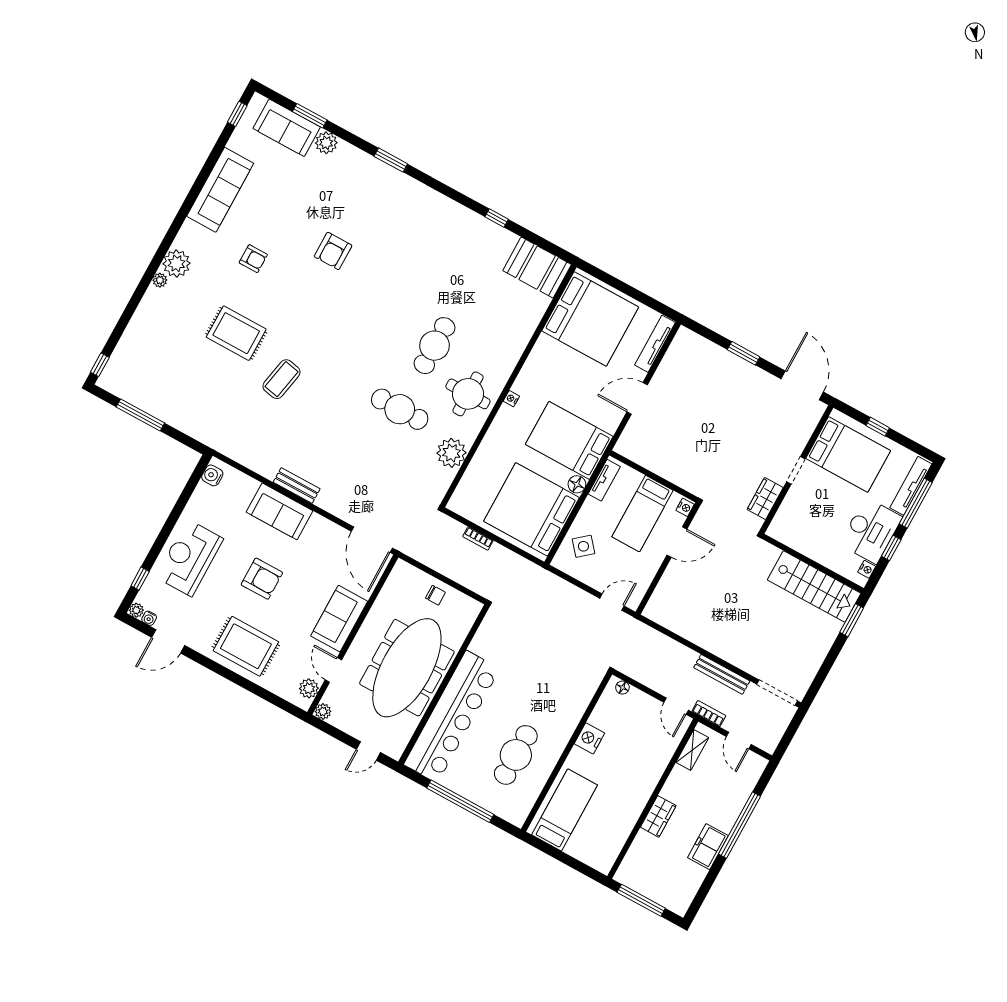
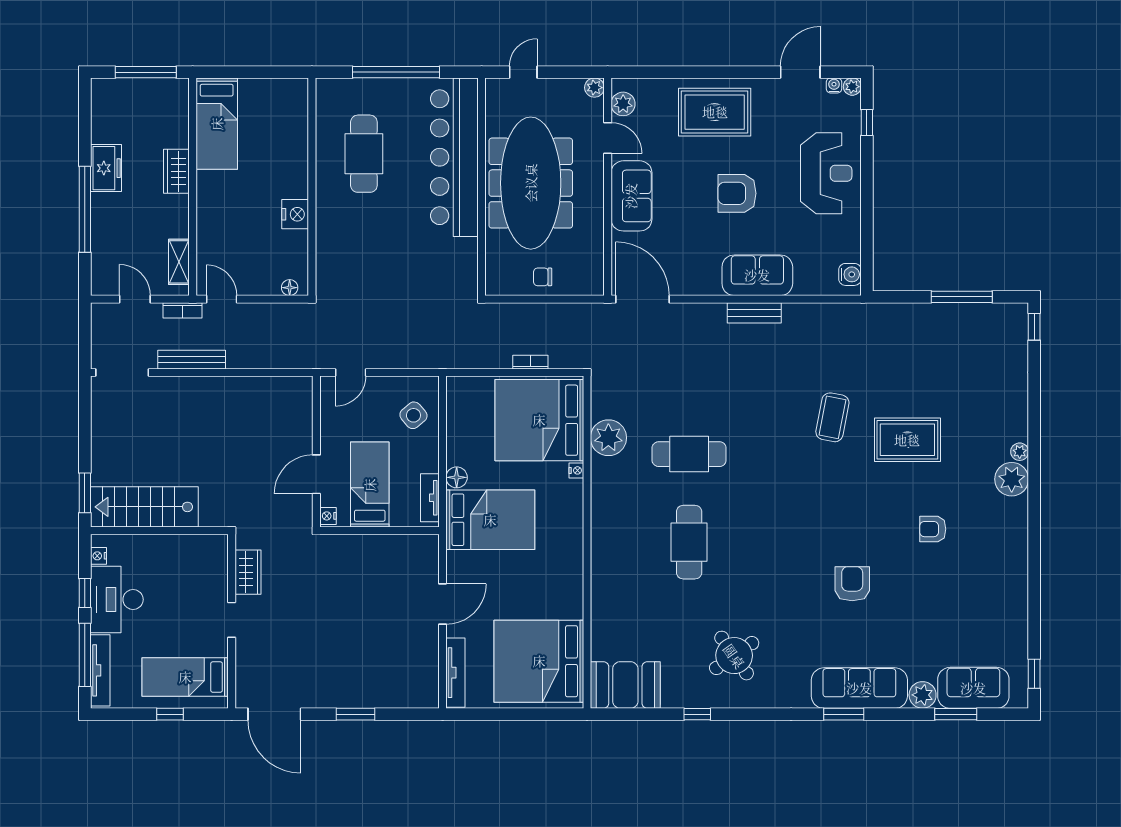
sofa: (220, 190) -> (859, 688), moved, turned 90
round table: (468, 394) -> (734, 656), moved, turned -35
nightstand: (511, 399) -> (576, 470), moved
bed: (848, 454) -> (185, 677), width x0.67
bed: (532, 509) -> (539, 420), moved, turned 180
bed: (565, 810) -> (217, 124), moved

